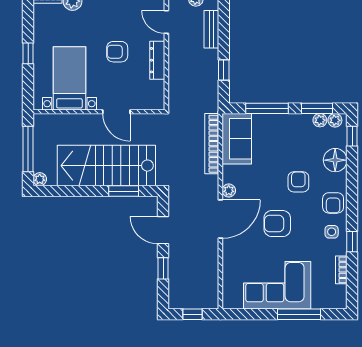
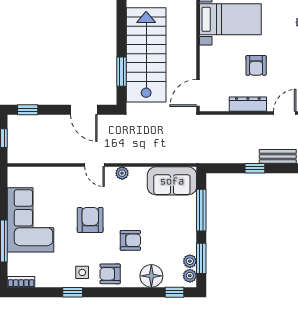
armchair: (117, 52) -> (256, 65), turned 180
window: (224, 70) -> (255, 168), moved
door: (116, 112) -> (198, 93), moved
bookcase: (212, 144) -> (167, 157), removed
door: (220, 219) -> (94, 165), width x0.53
door: (163, 230) -> (84, 110), swing flipped
window: (163, 268) -> (28, 110), moved
bookcase: (341, 270) -> (21, 282), moved

